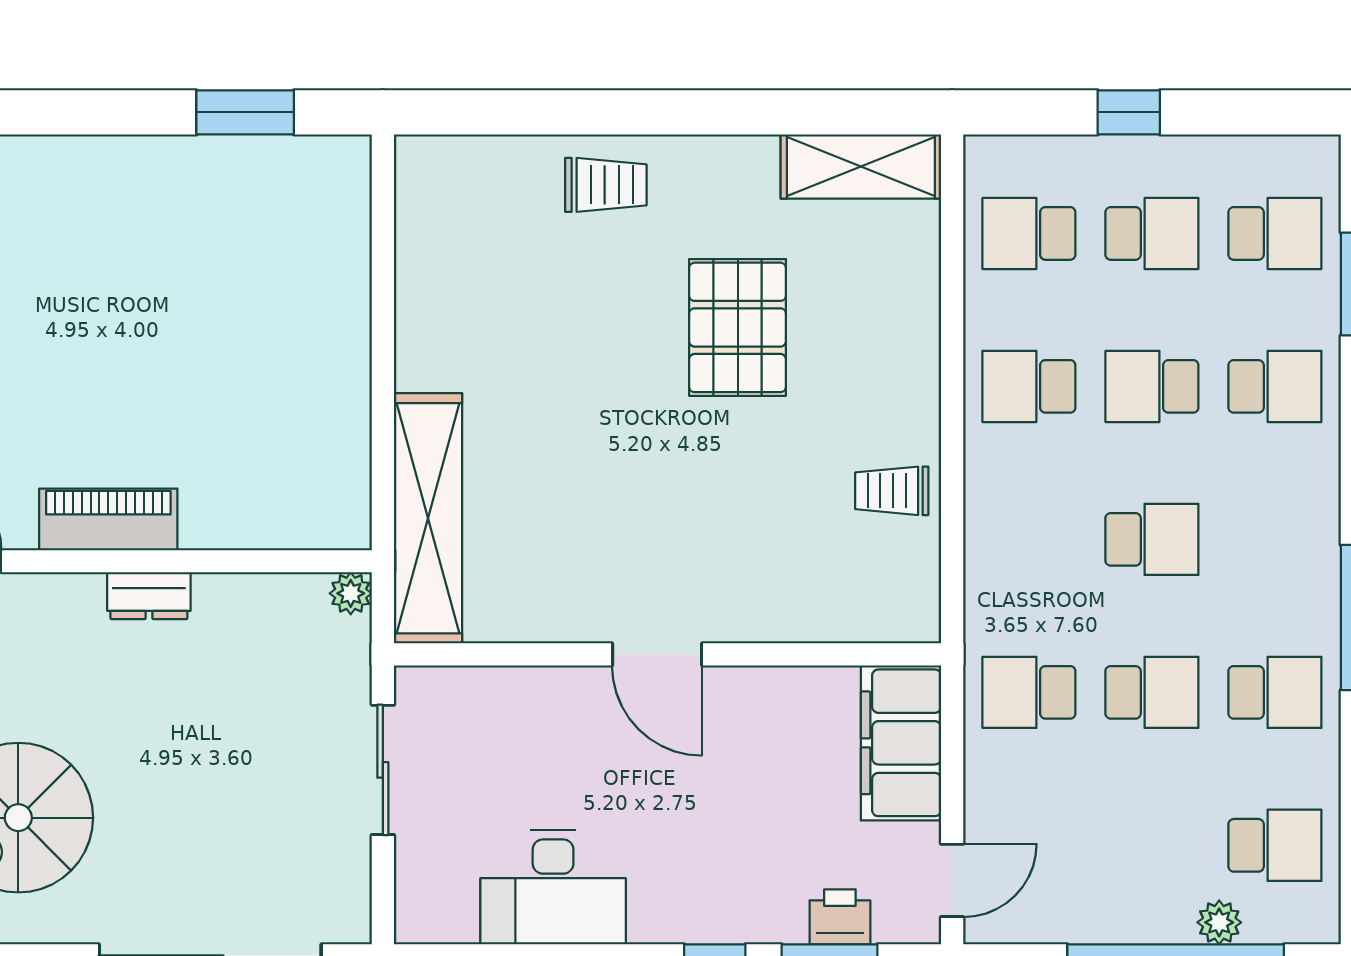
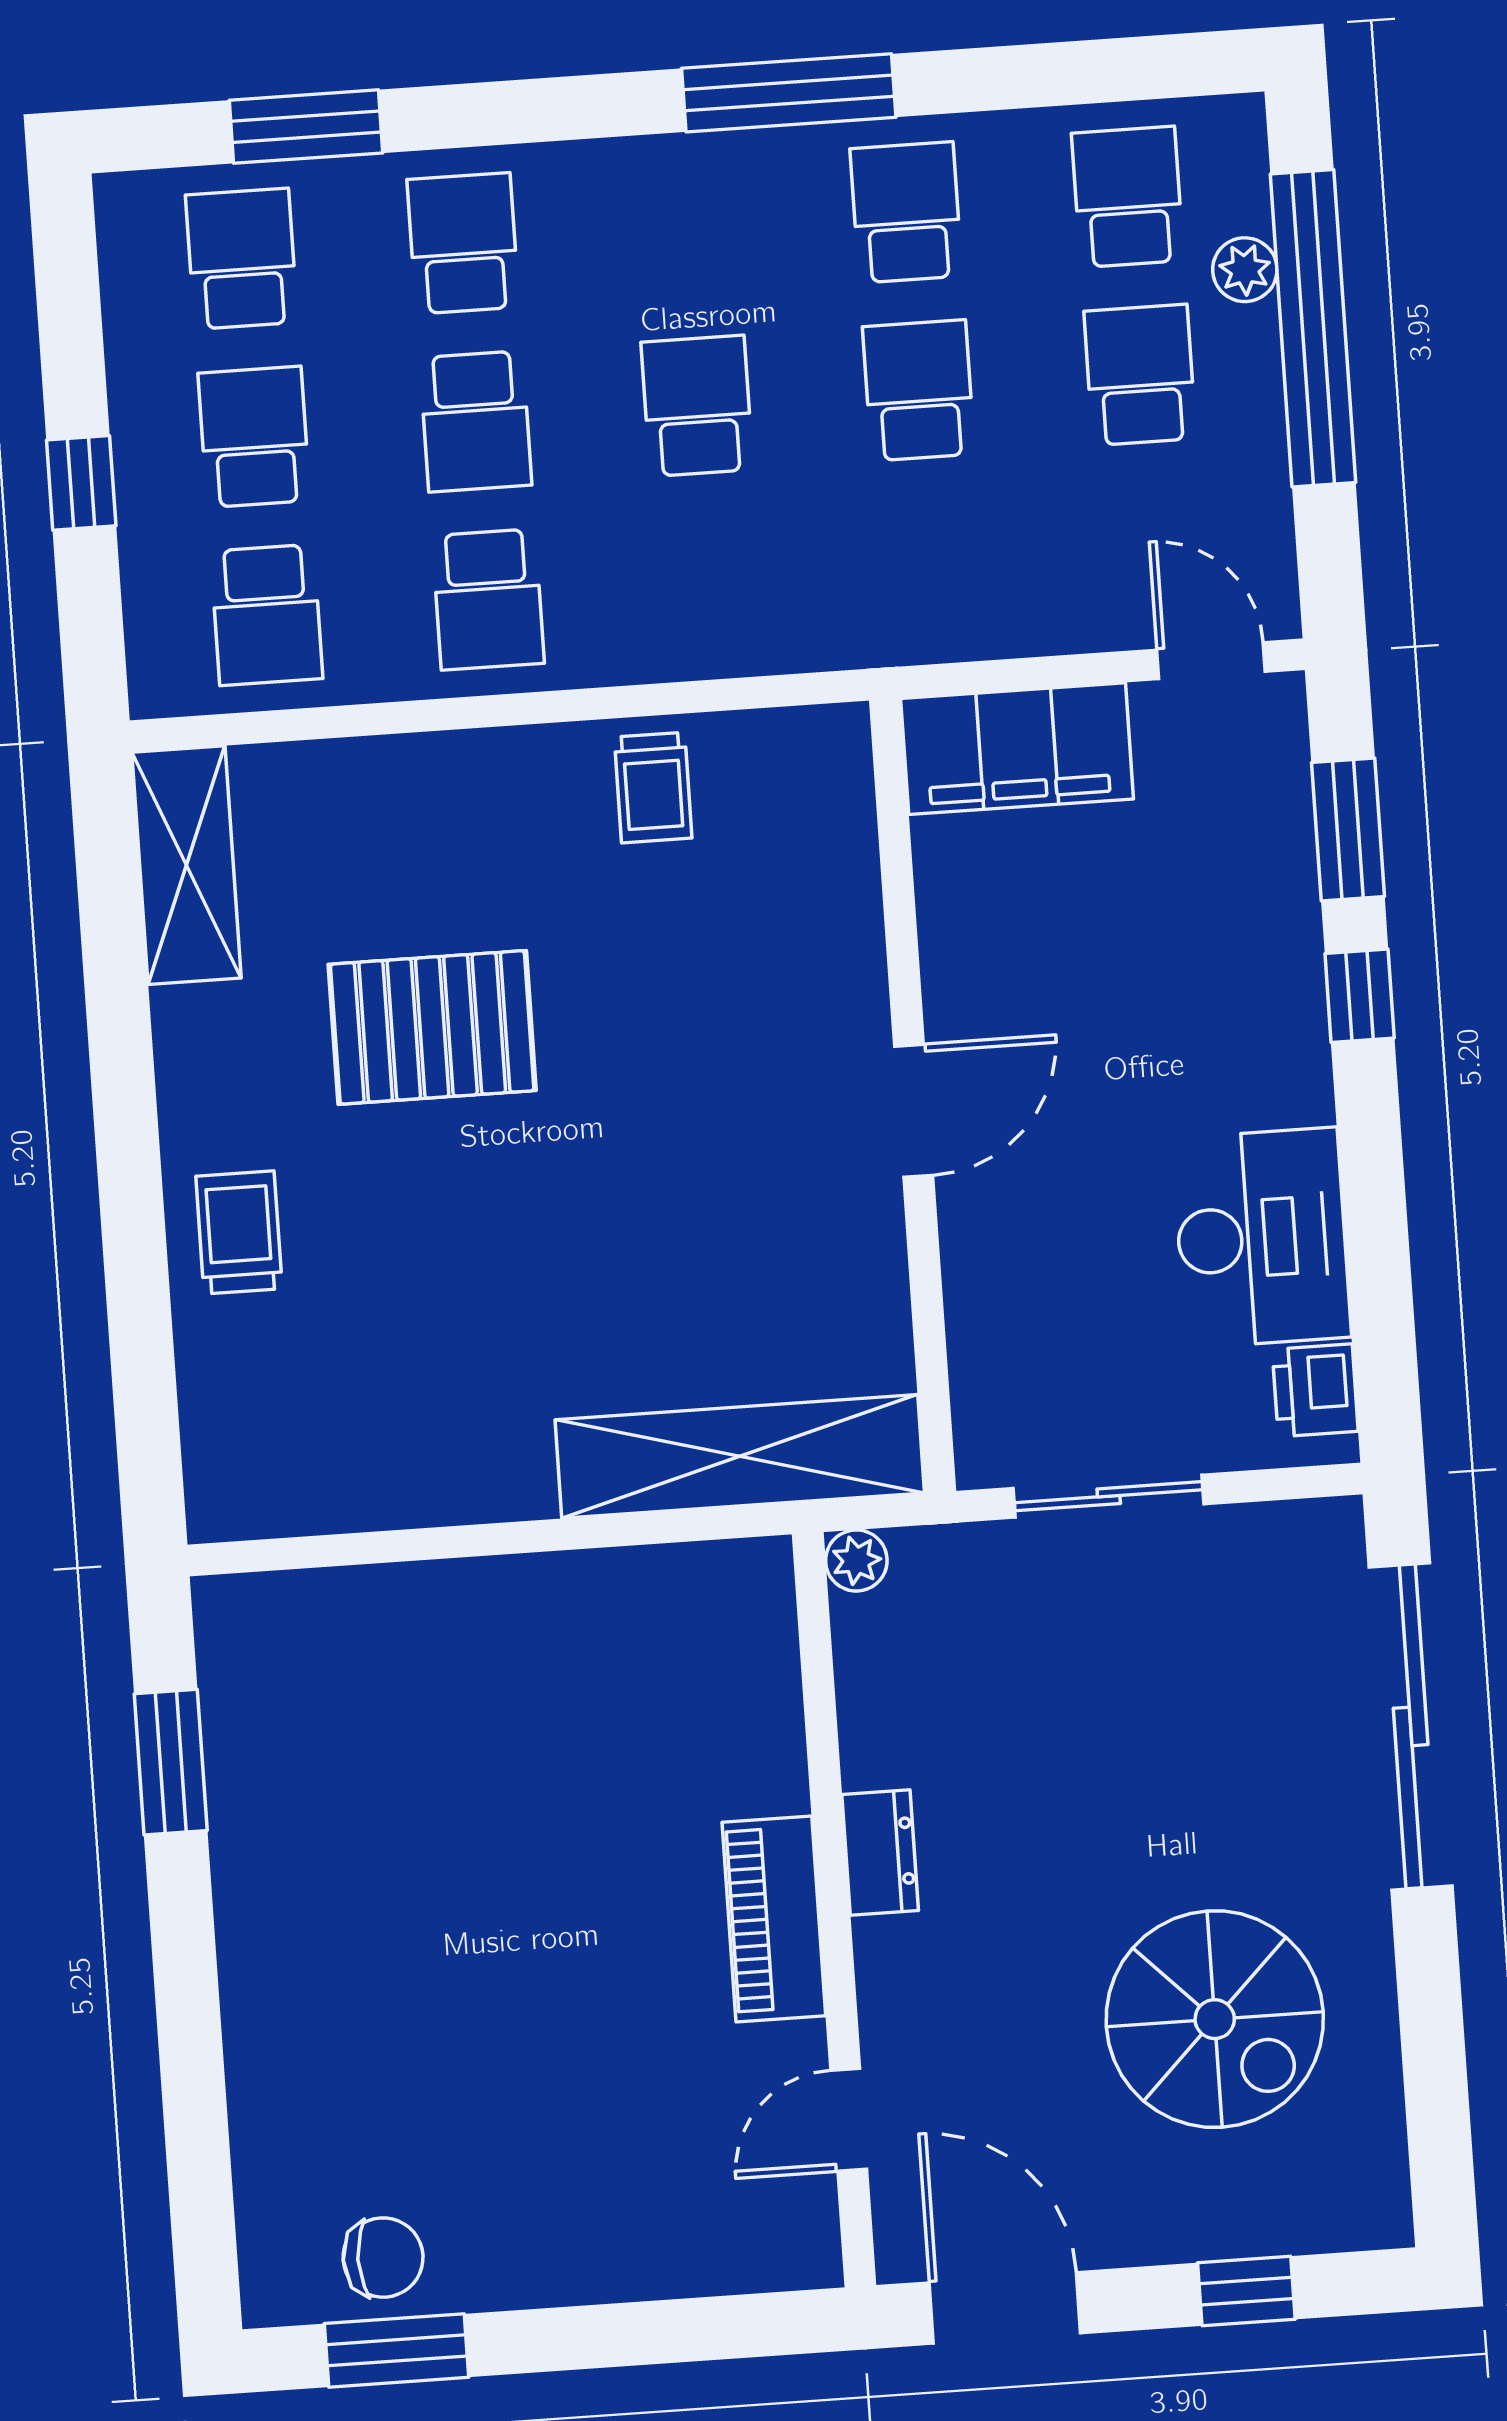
school desk: (1029, 692) -> (1140, 375), moved, turned 180
printer: (840, 917) -> (1315, 1390), moved

